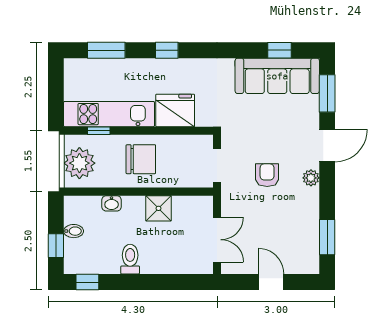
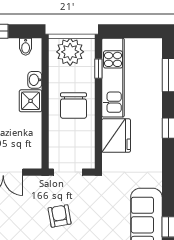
armchair: (267, 175) -> (60, 216), turned -100
shower: (159, 208) -> (31, 101), moved
bidet: (74, 231) -> (26, 47), moved

